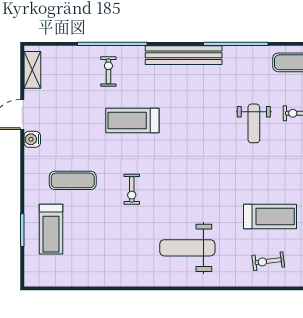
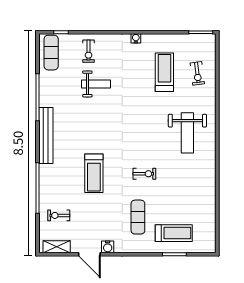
exercise bike: (108, 71) -> (59, 215), moved

